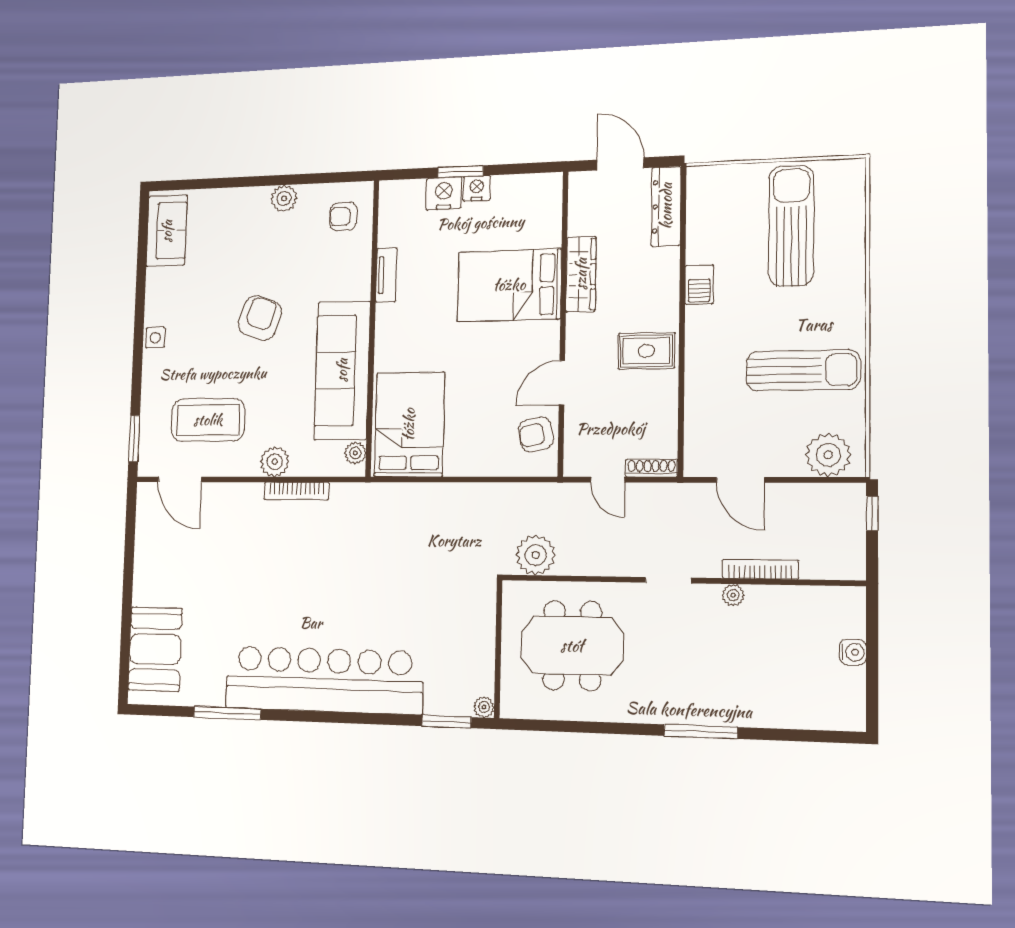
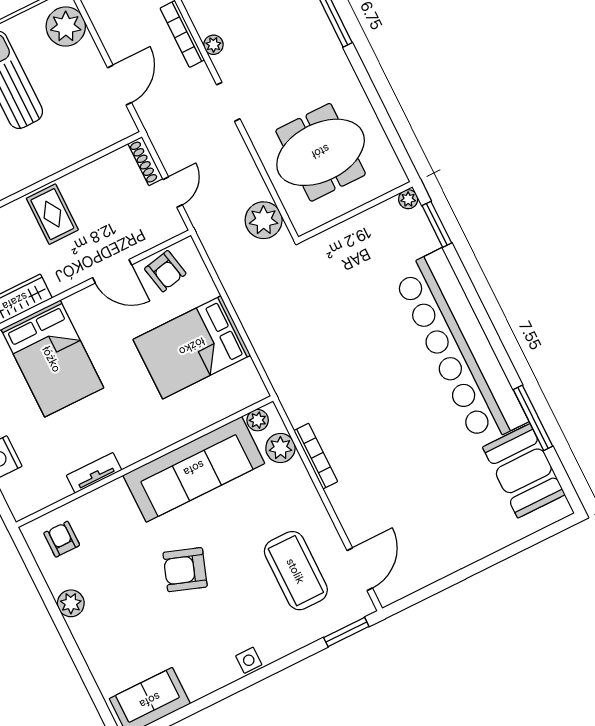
armchair: (343, 217) -> (62, 539), turned 180
bed: (409, 425) -> (192, 347), moved
plant: (275, 462) -> (280, 448), moved
meeting table: (572, 646) -> (321, 152), turned 90
booth: (155, 649) -> (524, 471), moved, turned 90

